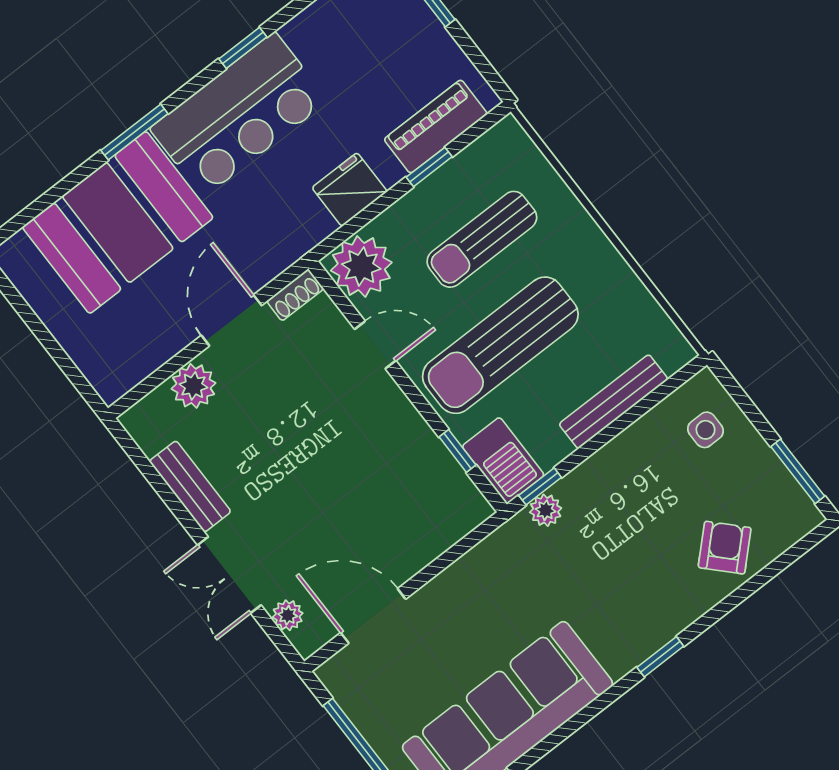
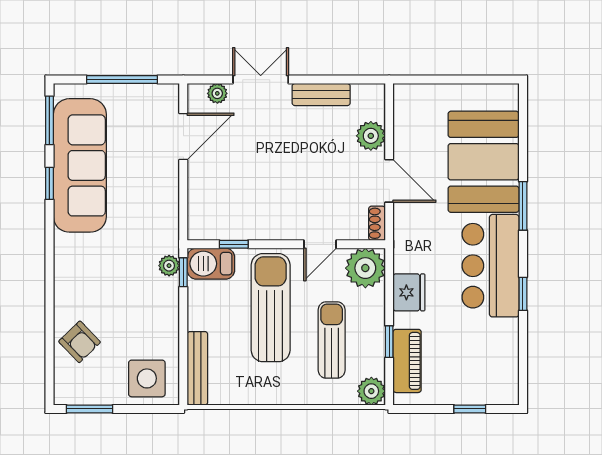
plant: (507, 142) -> (371, 391), added
bench: (613, 402) -> (197, 368), moved
side table: (706, 430) -> (147, 378), width x1.87, depth x1.87
window: (660, 657) -> (49, 183), moved

